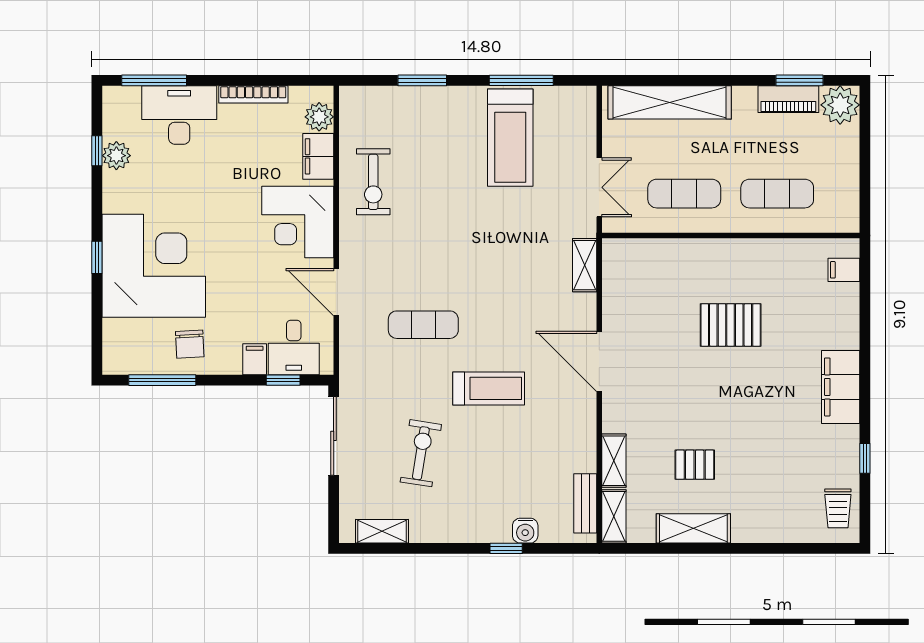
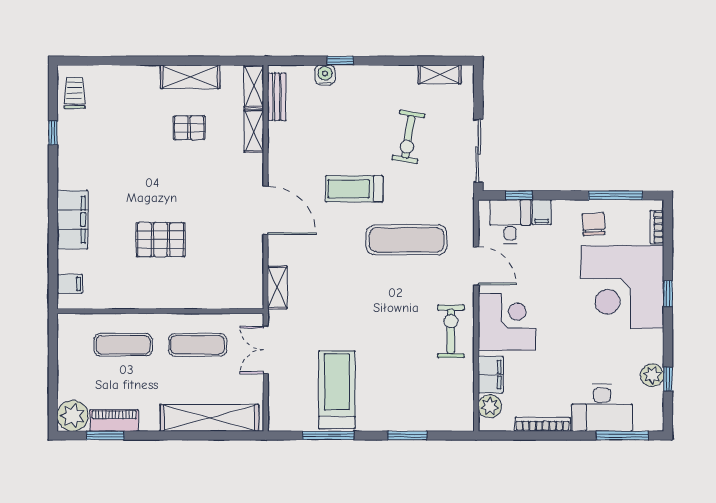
exercise bike: (373, 182) -> (451, 331), moved
exercise mat: (423, 325) -> (406, 240), width x1.36, depth x1.45
bookcase: (111, 340) -> (657, 227), added
filing cabinet: (841, 387) -> (72, 220), moved

